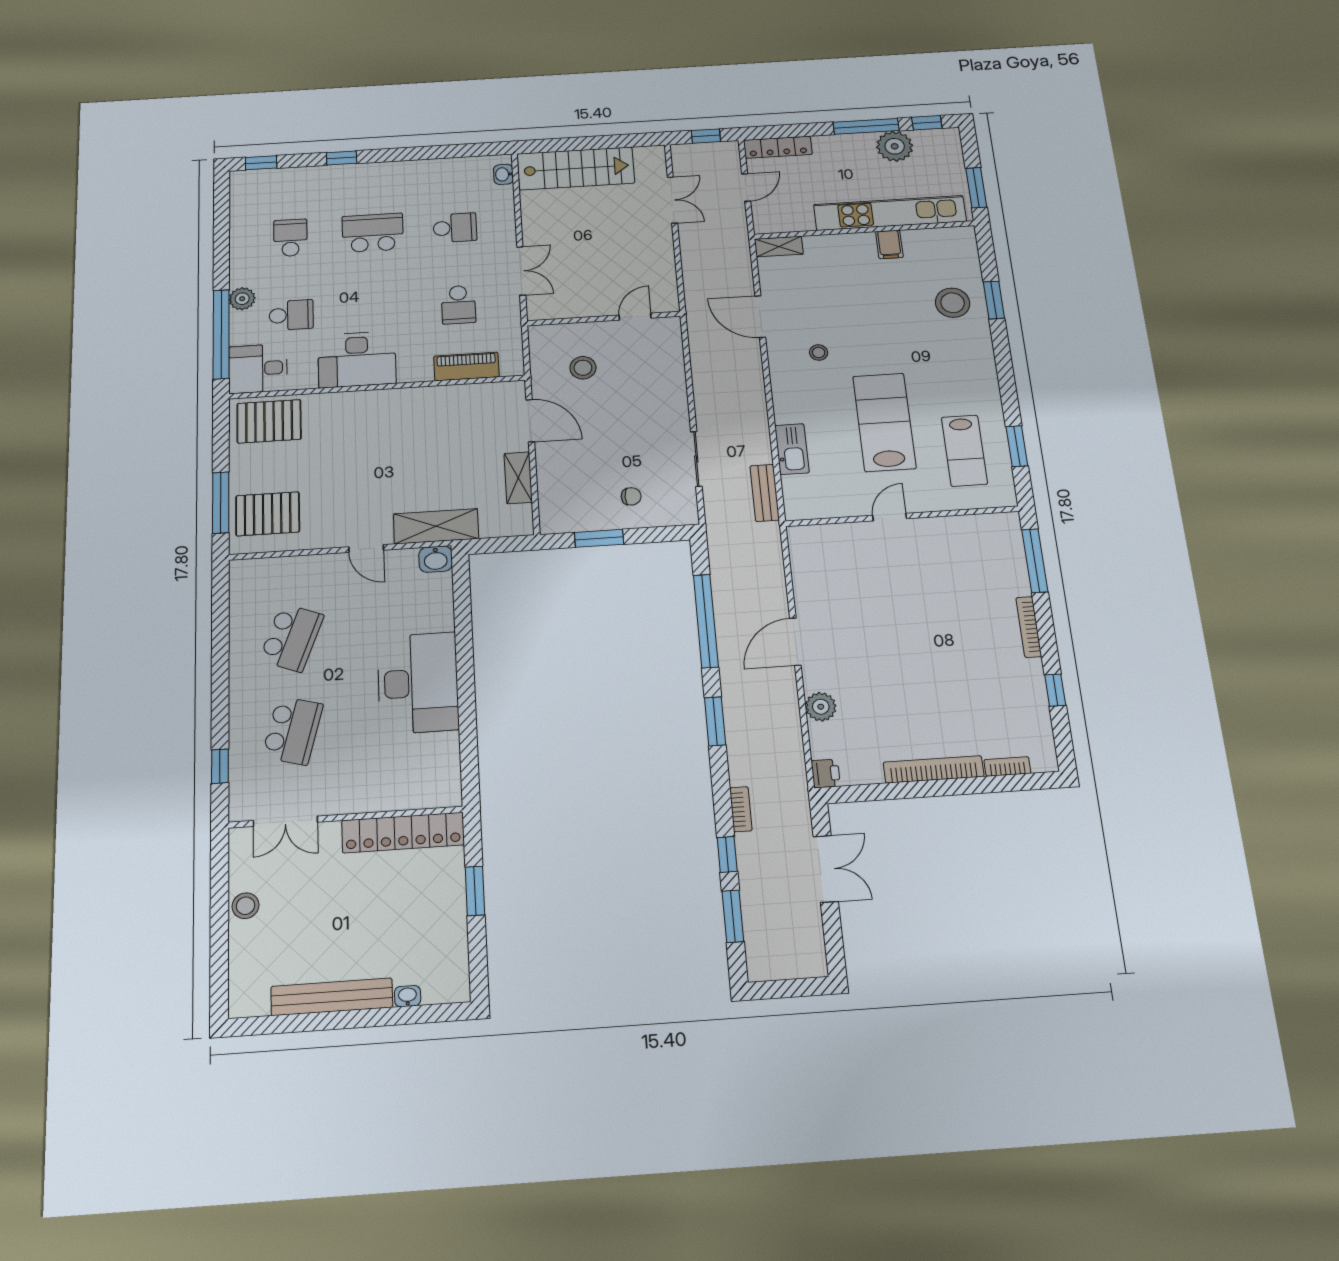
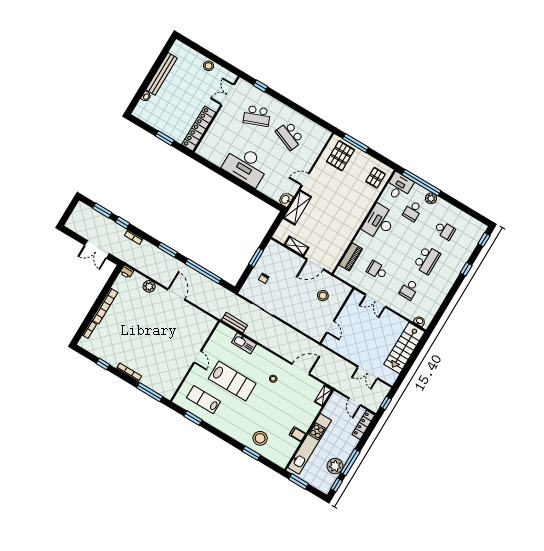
pallet: (269, 421) -> (376, 178), width x0.67, depth x0.71
school desk: (293, 731) -> (257, 116), turned -36

